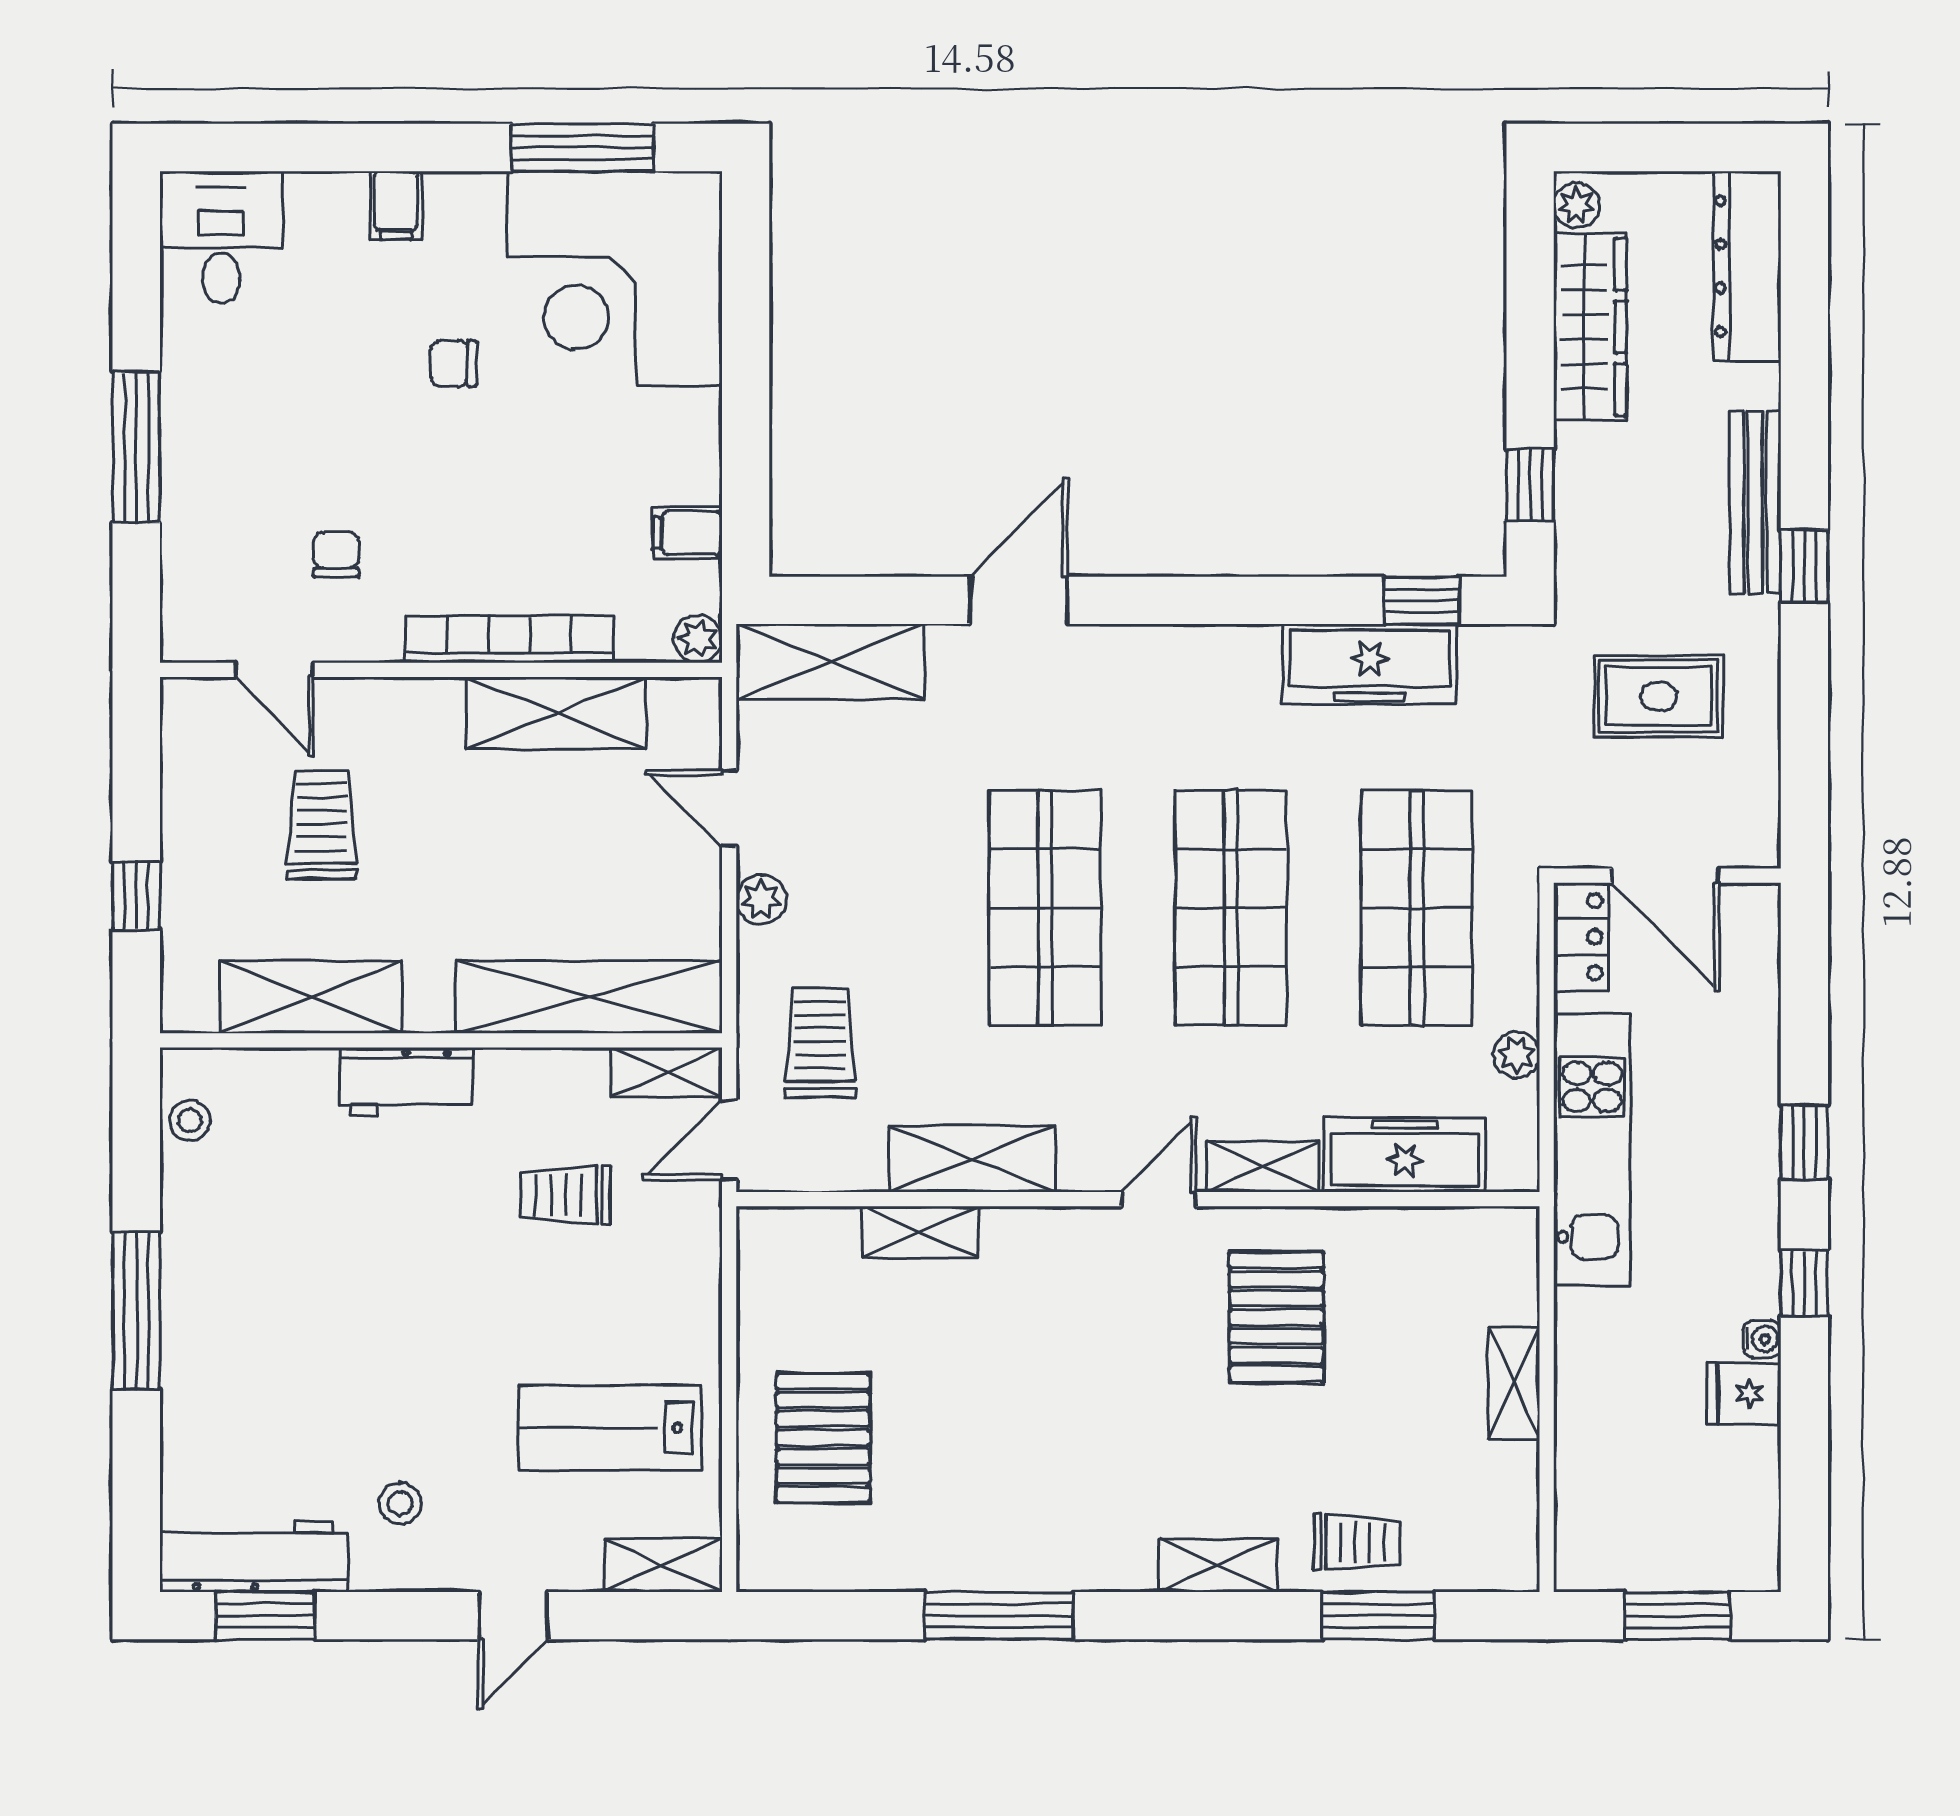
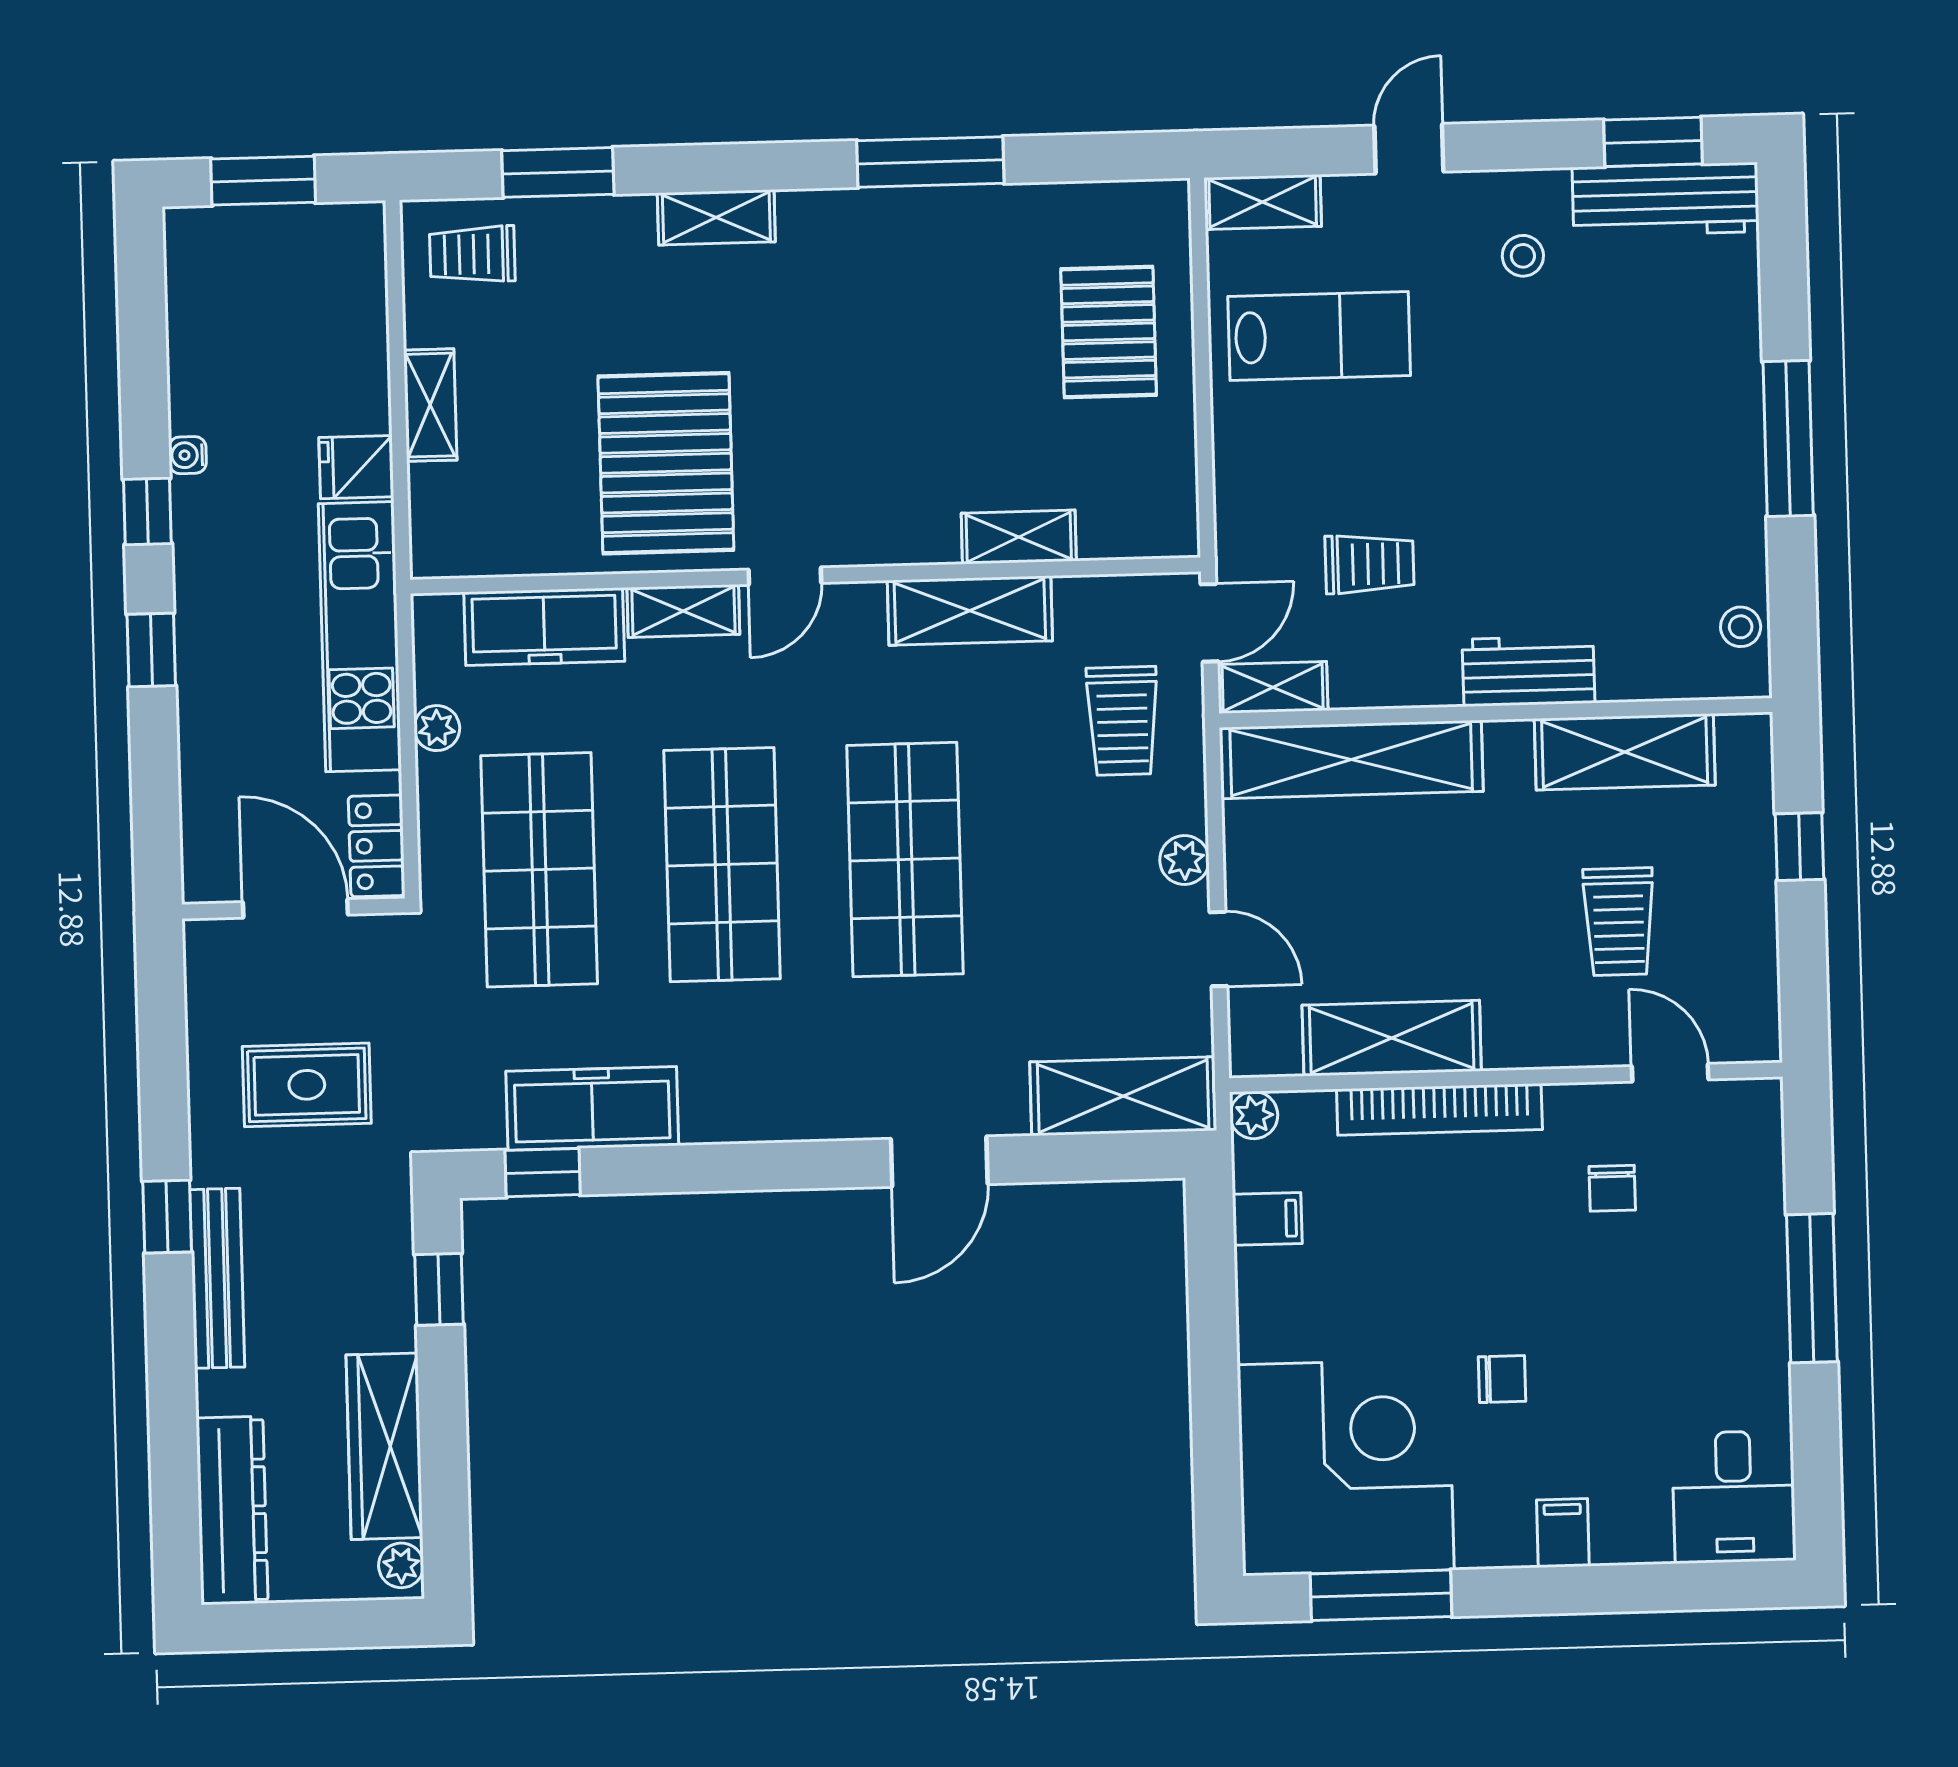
pallet: (1276, 1317) -> (666, 463), width x1.37, depth x1.41
fridge: (1744, 1394) -> (356, 467), moved, turned 180
trolley: (1357, 1542) -> (472, 254), moved

